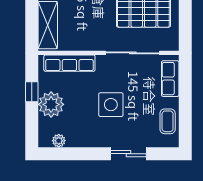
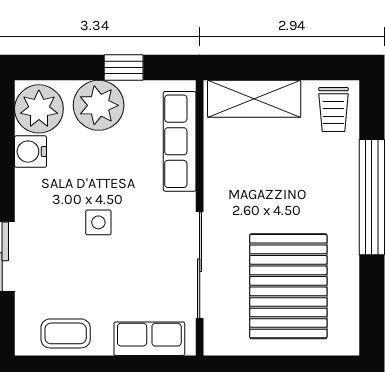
side table: (111, 105) -> (98, 222), width x0.54, depth x0.54
water cooler: (75, 139) -> (31, 152), added
plant: (59, 141) -> (39, 109), width x1.88, depth x1.88

